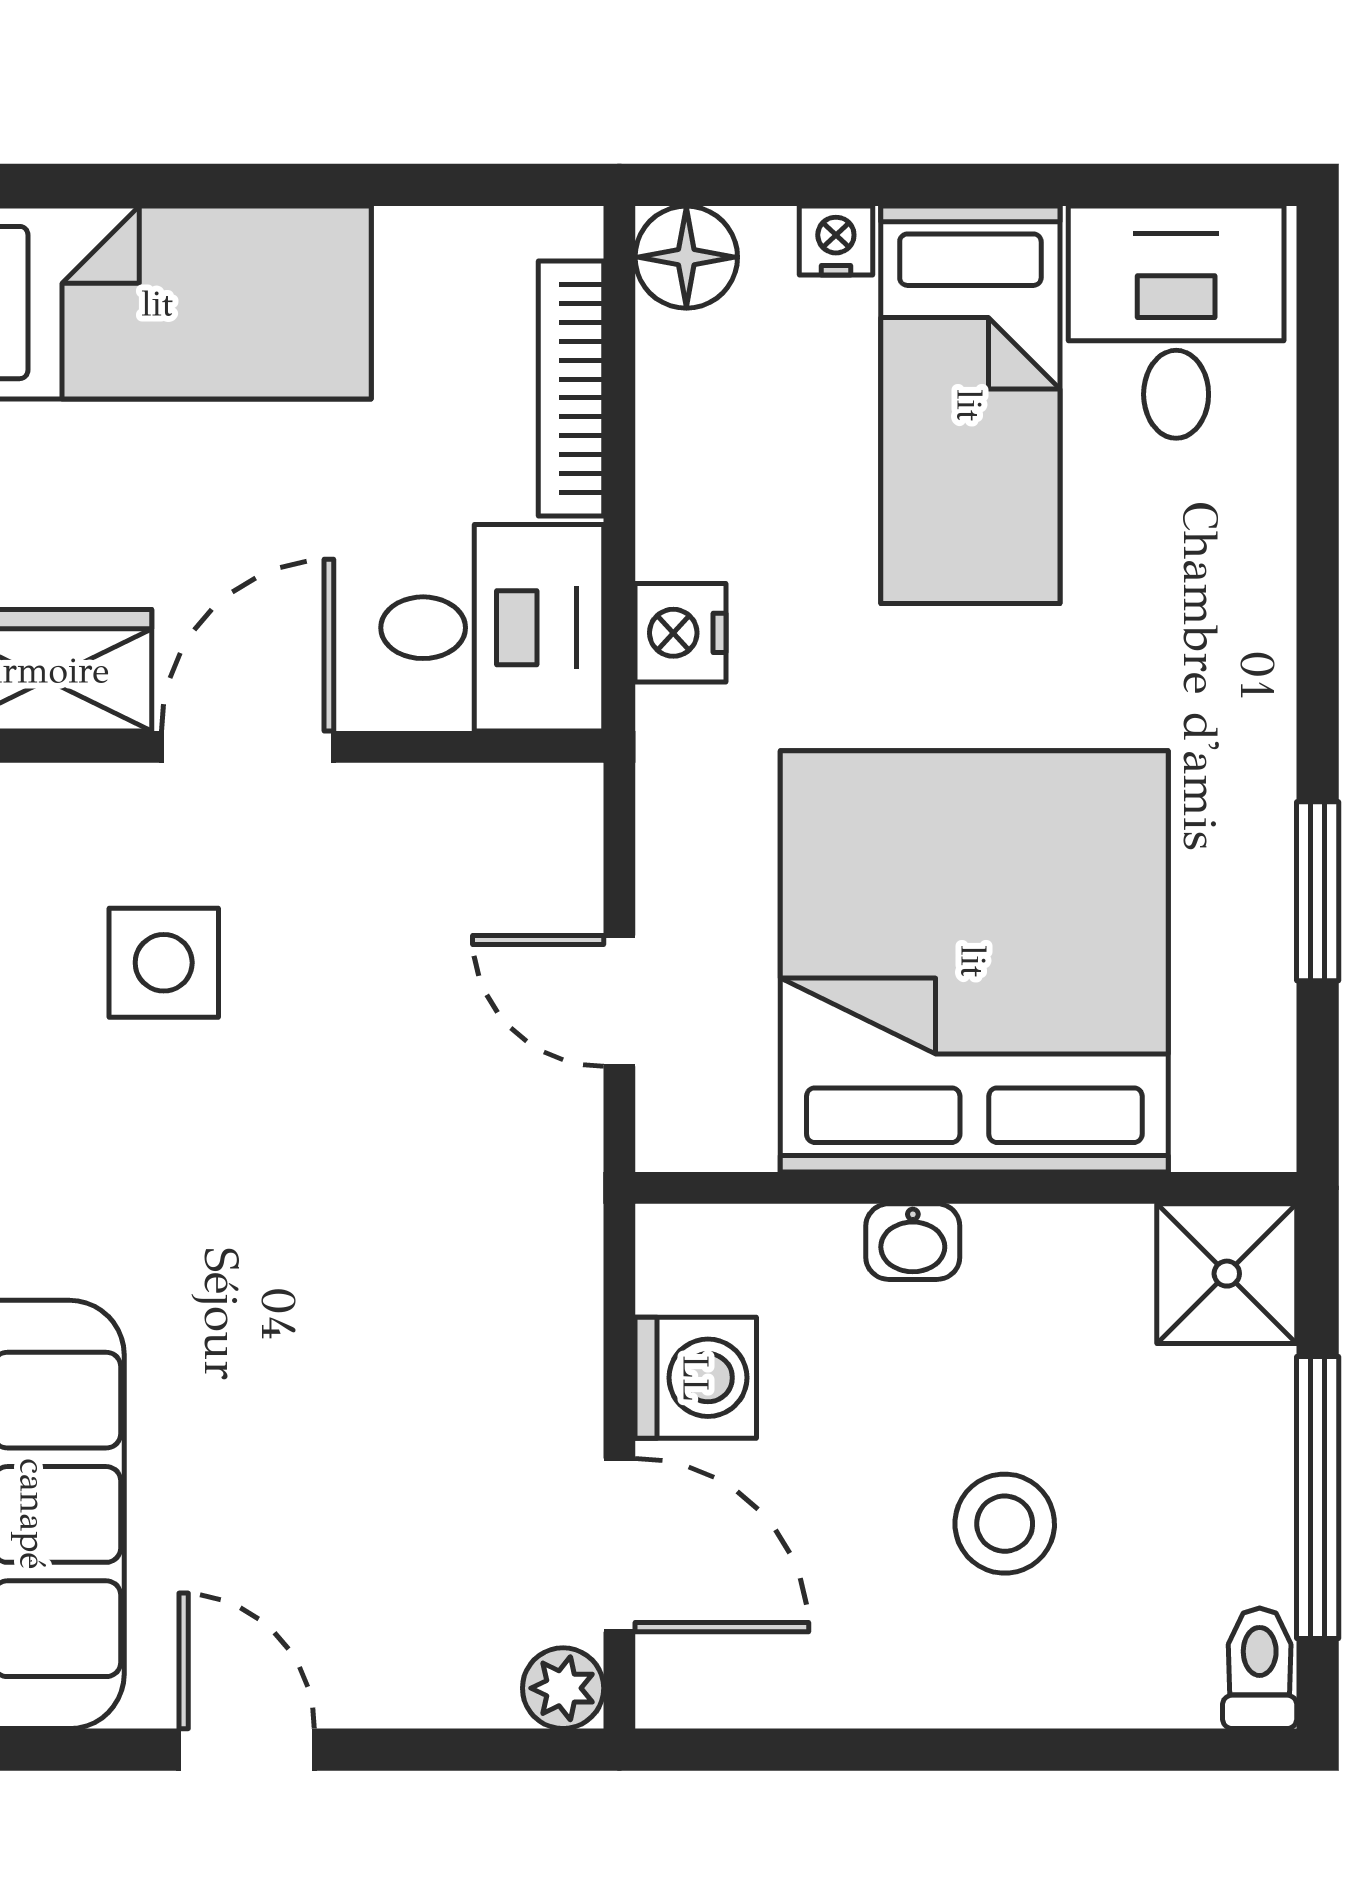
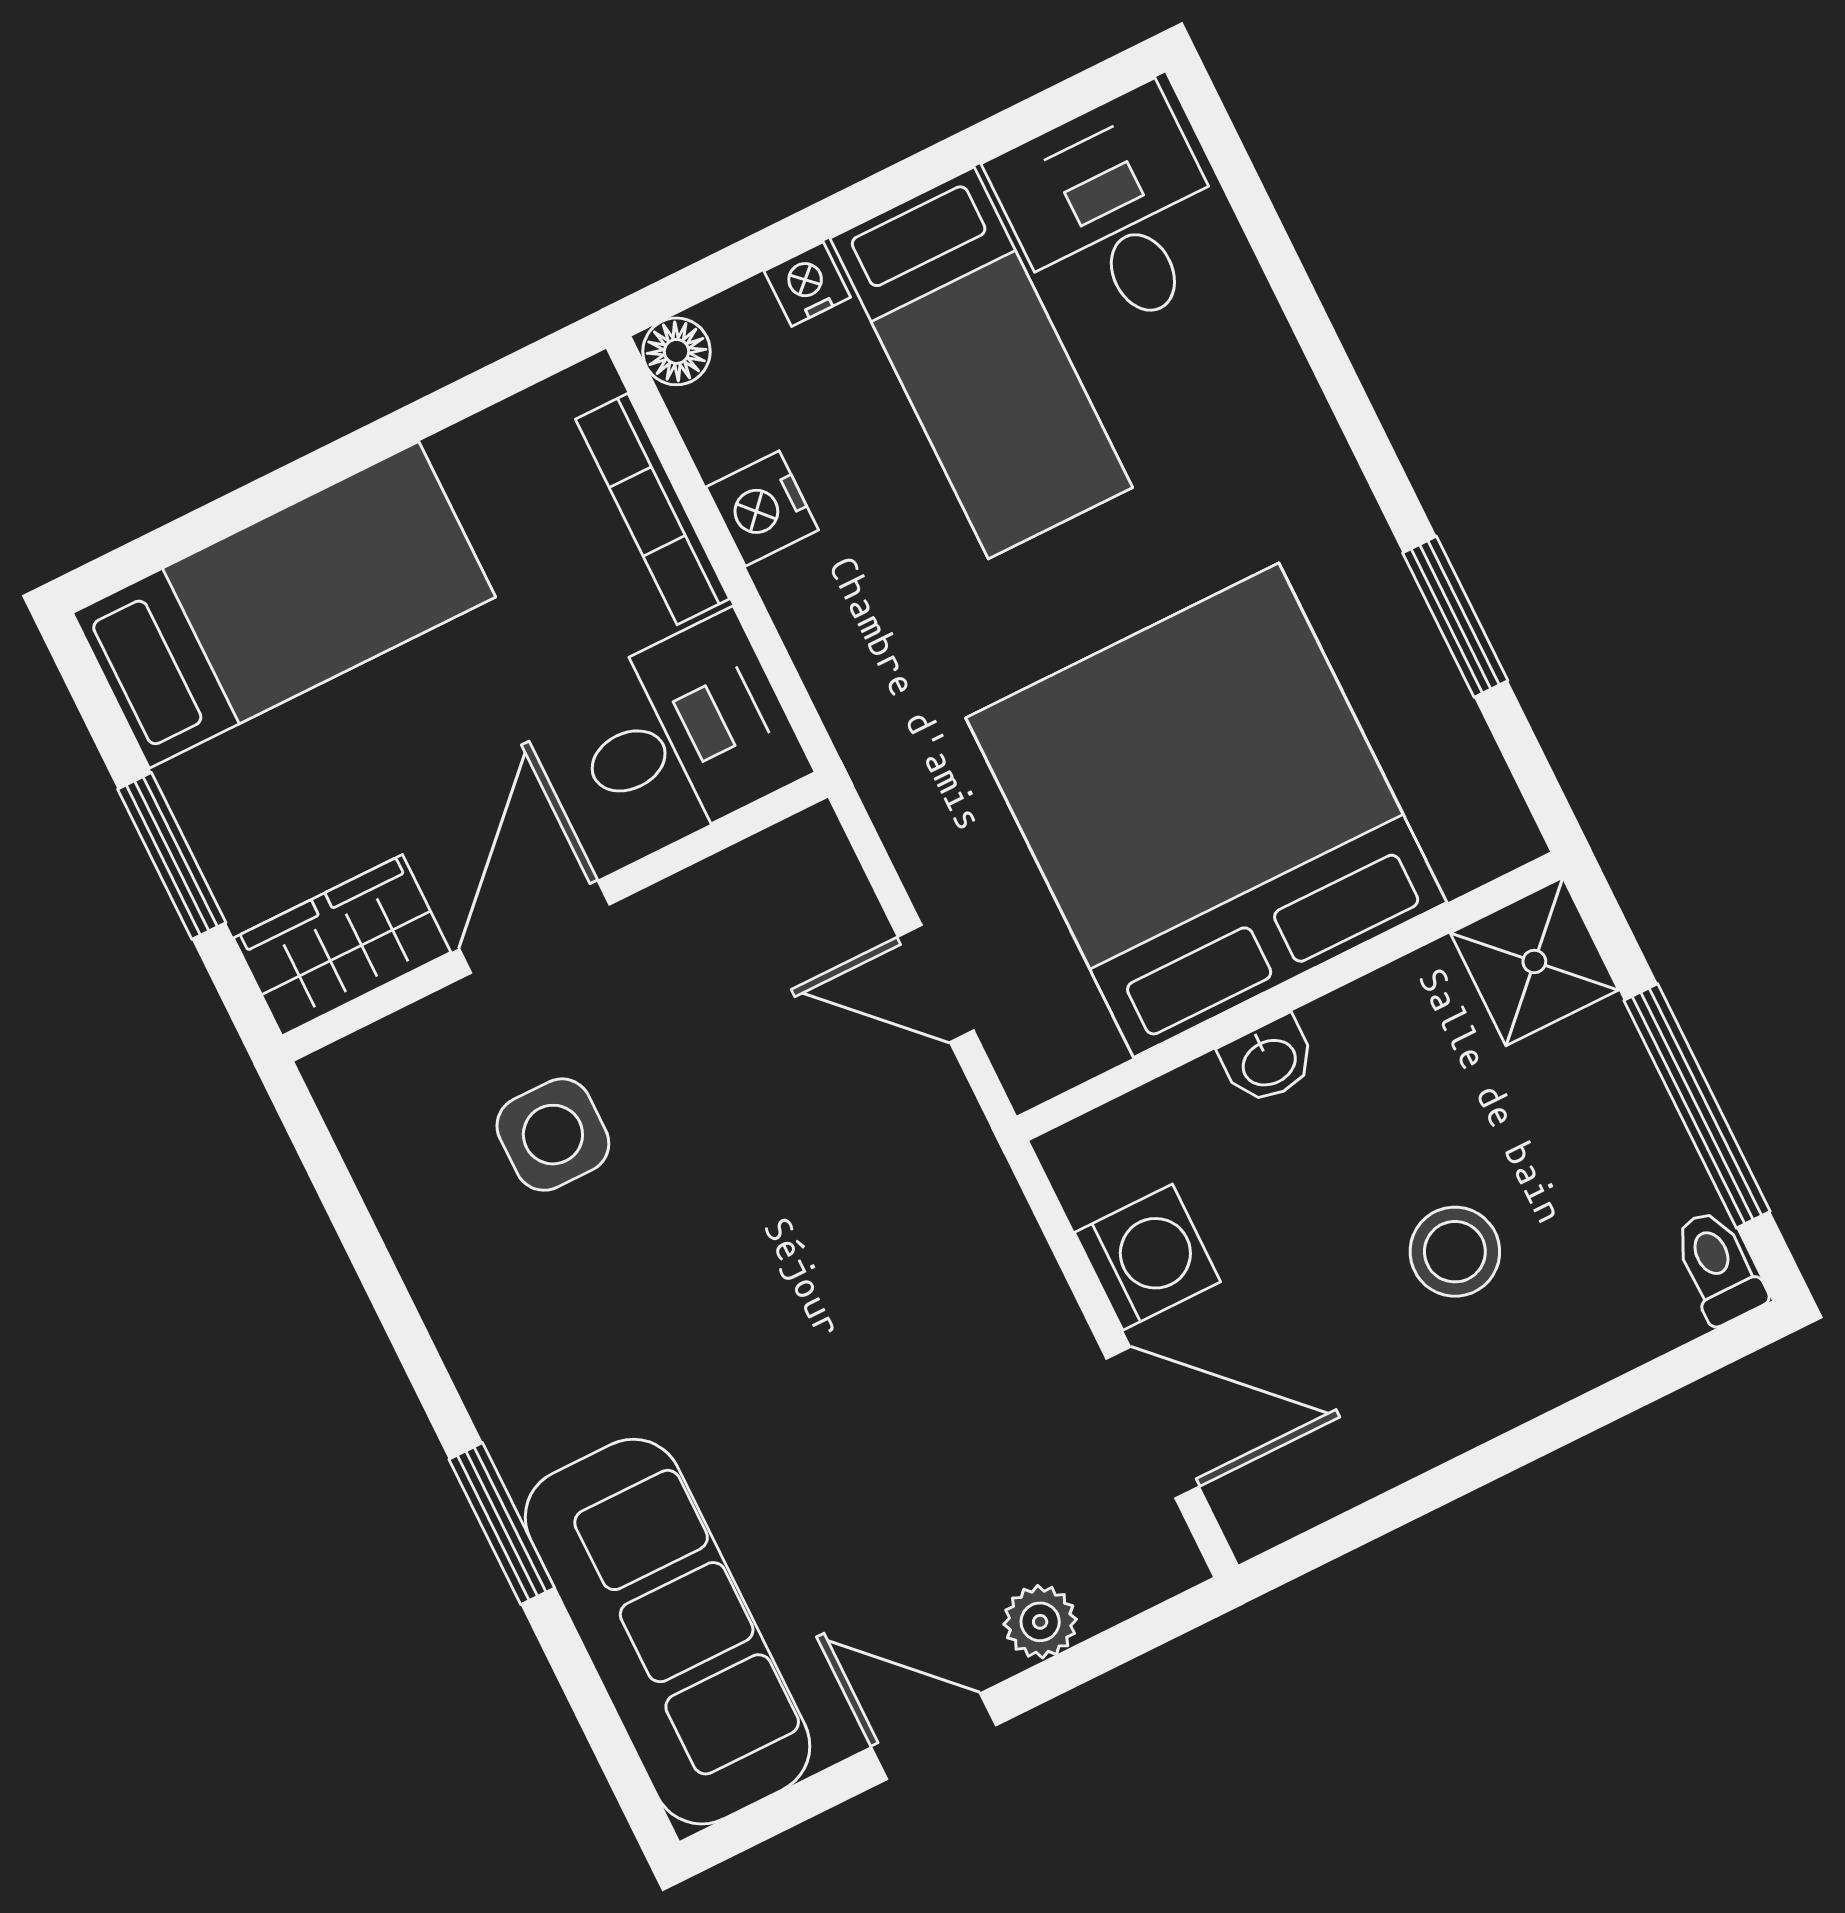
floor lamp: (686, 257) -> (676, 351), width x0.73, depth x0.73
nightstand: (681, 633) -> (762, 509), moved
plant: (563, 1688) -> (1040, 1622), moved

